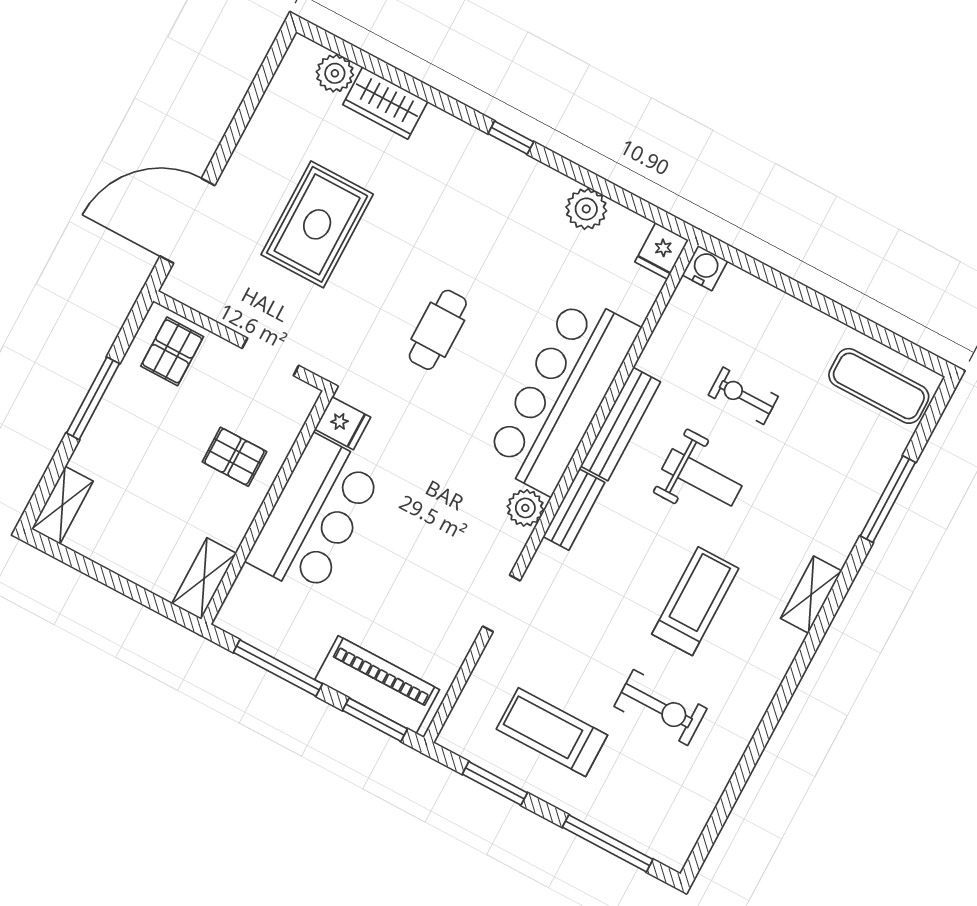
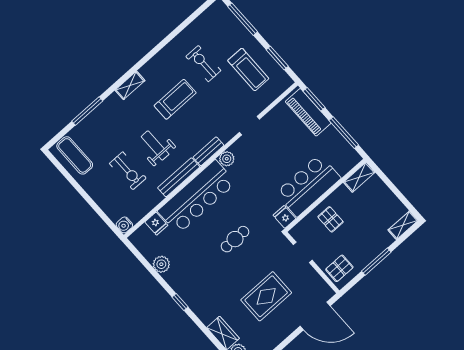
fridge: (662, 251) -> (156, 224), moved, turned 90
exercise bike: (743, 396) -> (128, 171), width x1.38, depth x1.39
treadmill: (695, 601) -> (175, 99), turned 180

